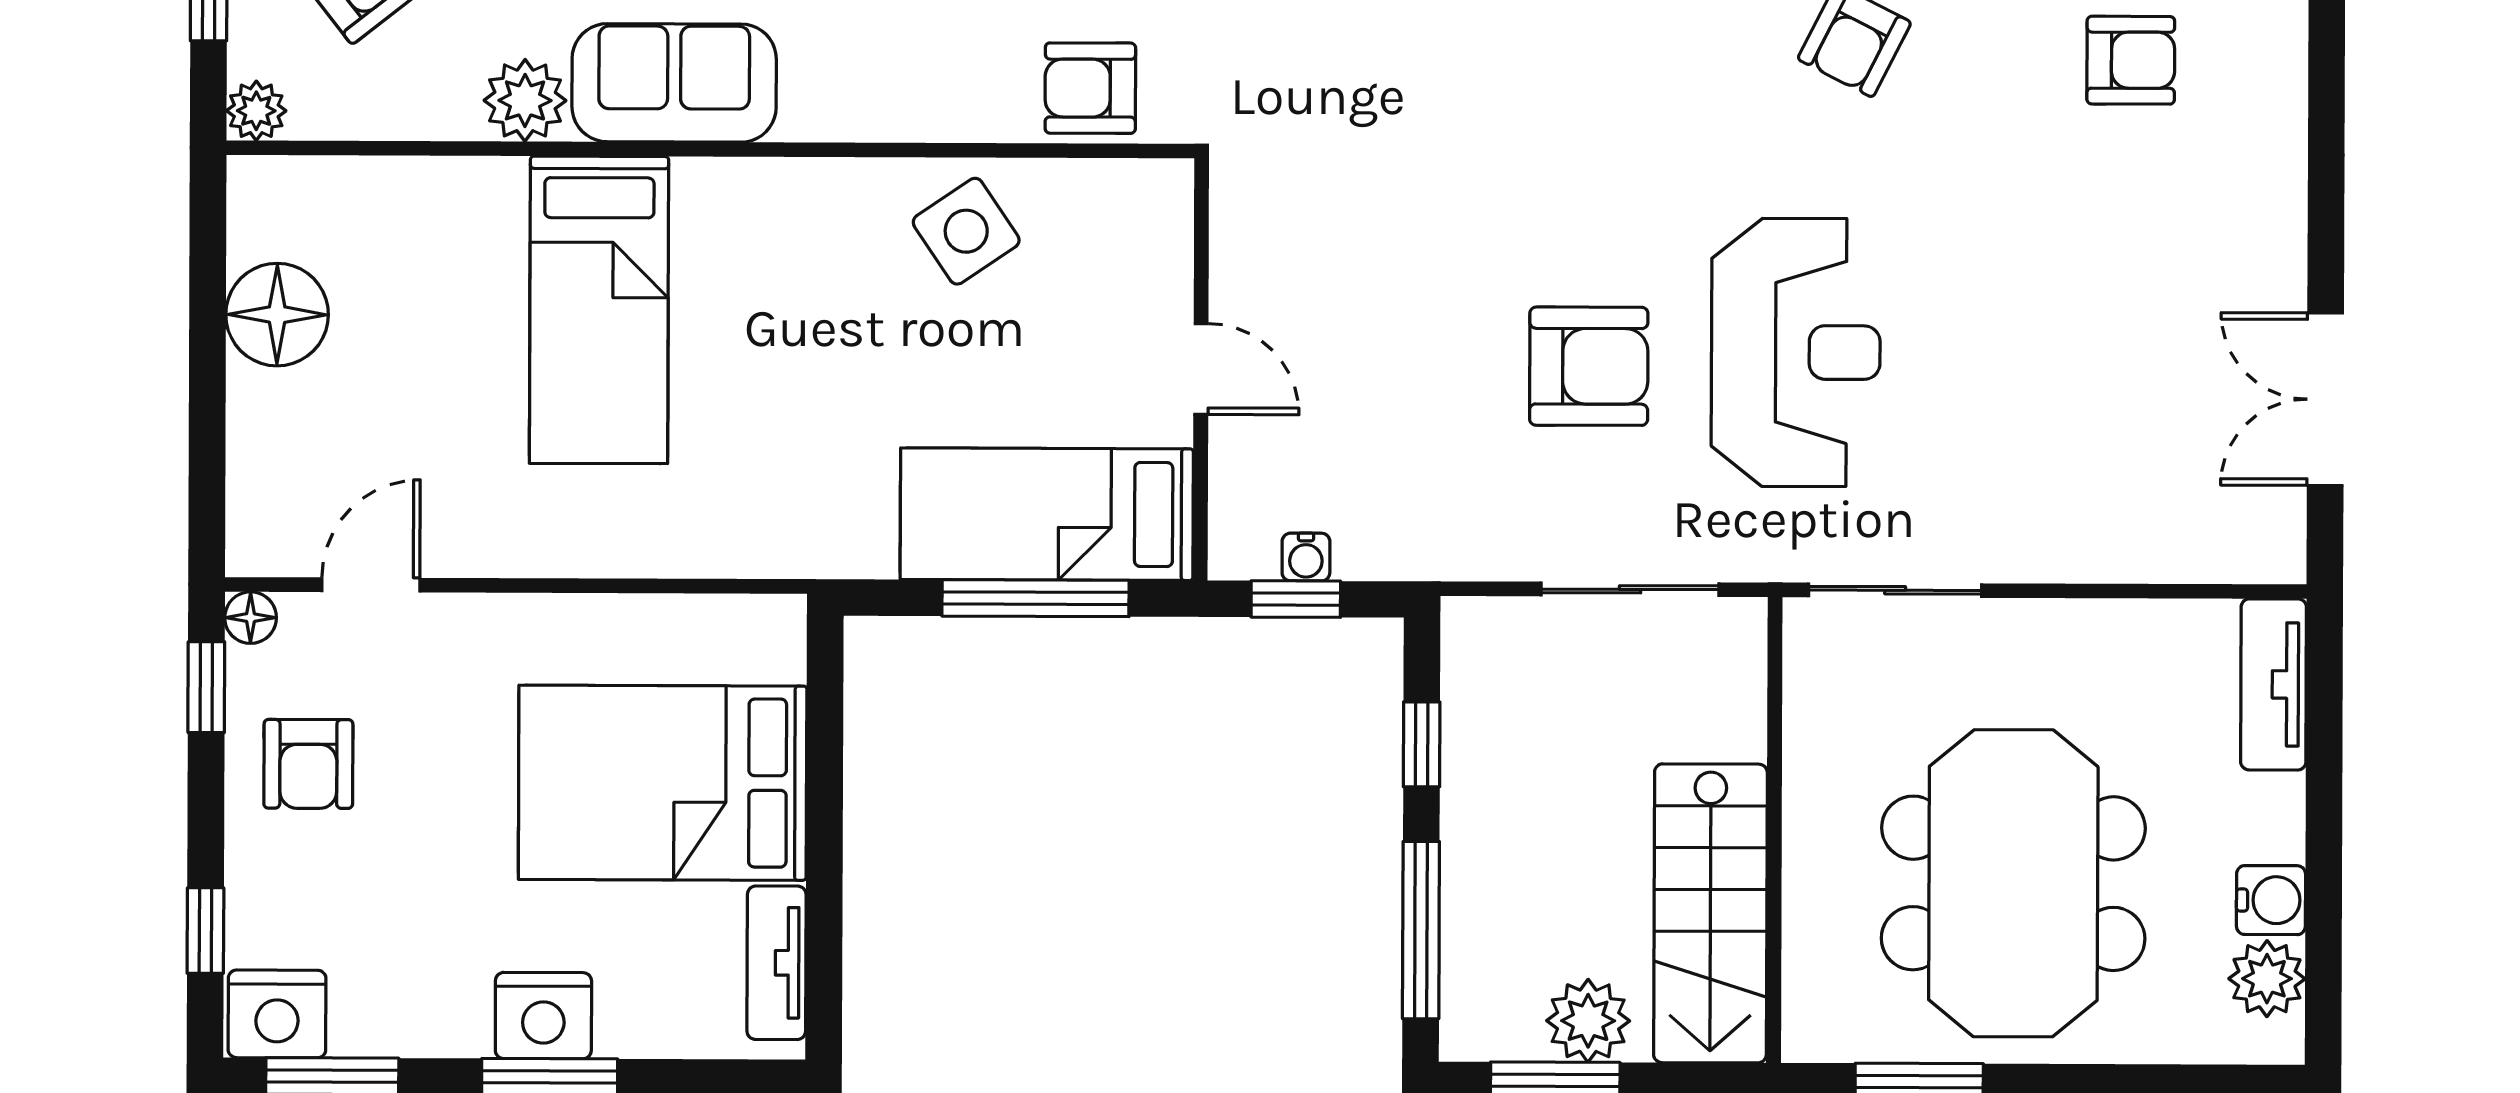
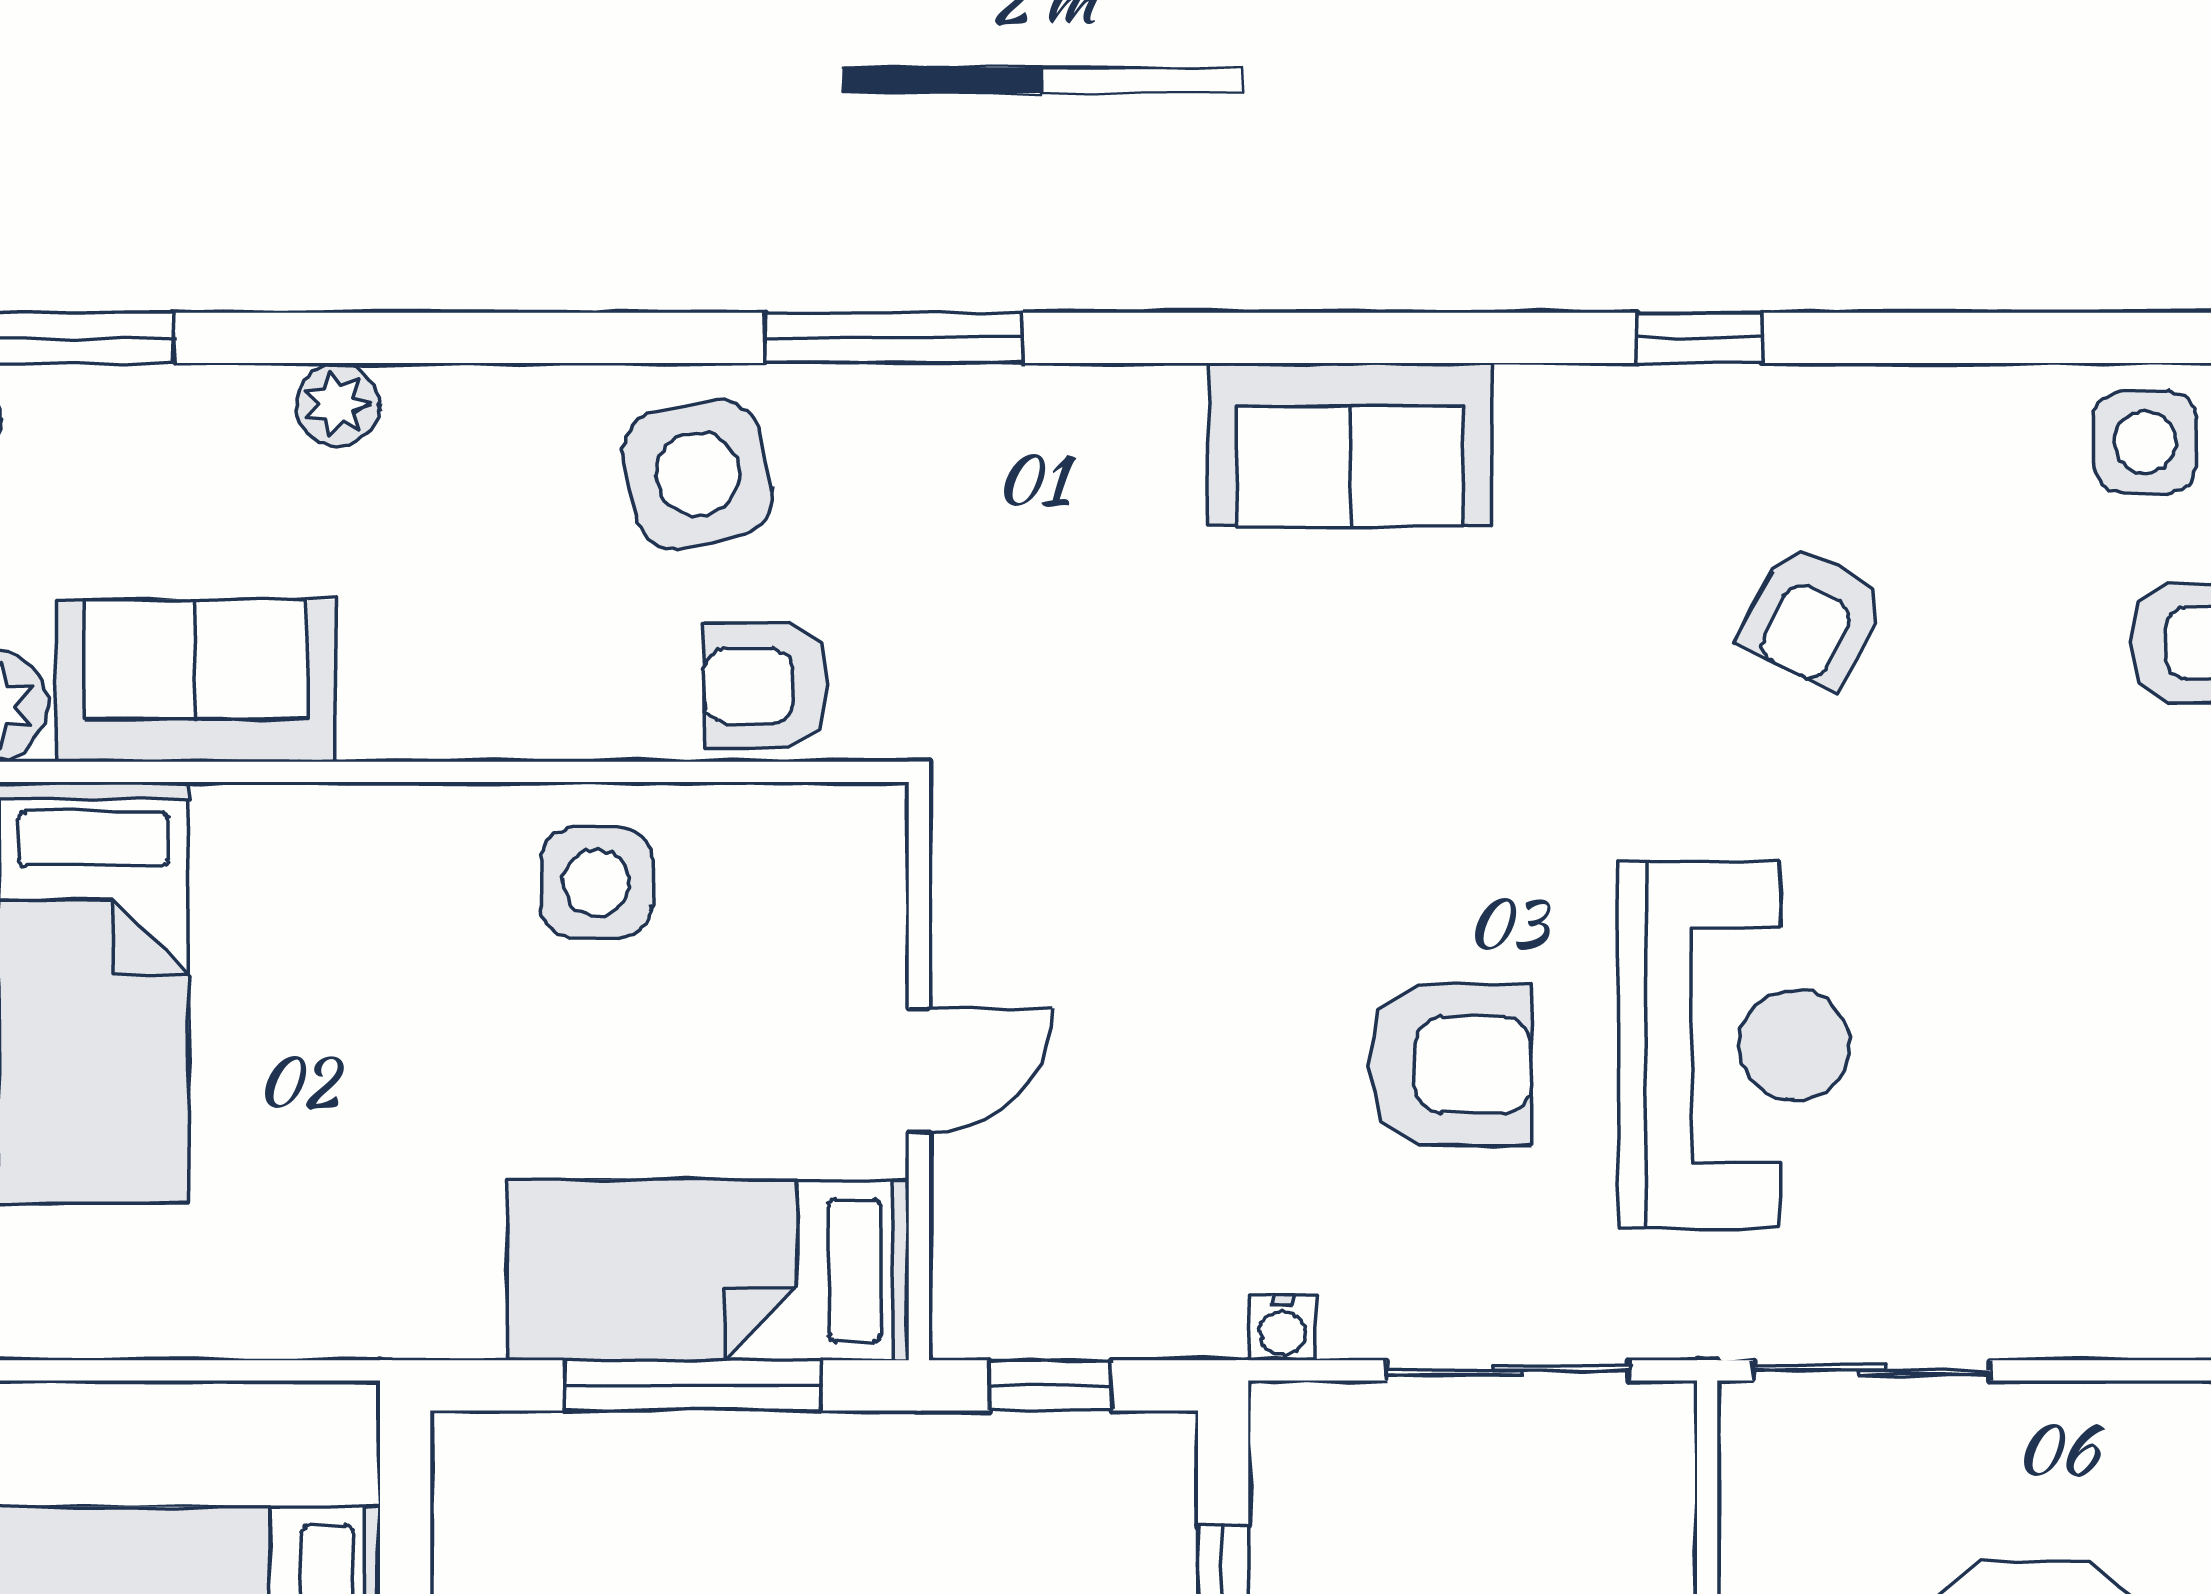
side table: (966, 231) -> (596, 883), turned 34
door: (1201, 369) -> (919, 1071), hinge flipped
water cooler: (1306, 557) -> (1282, 1328), moved

